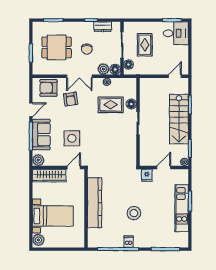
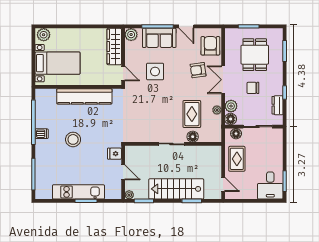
rug: (145, 45) -> (237, 159), moved, turned 90
bed with nightstands: (53, 216) -> (58, 63), moved, turned -90

